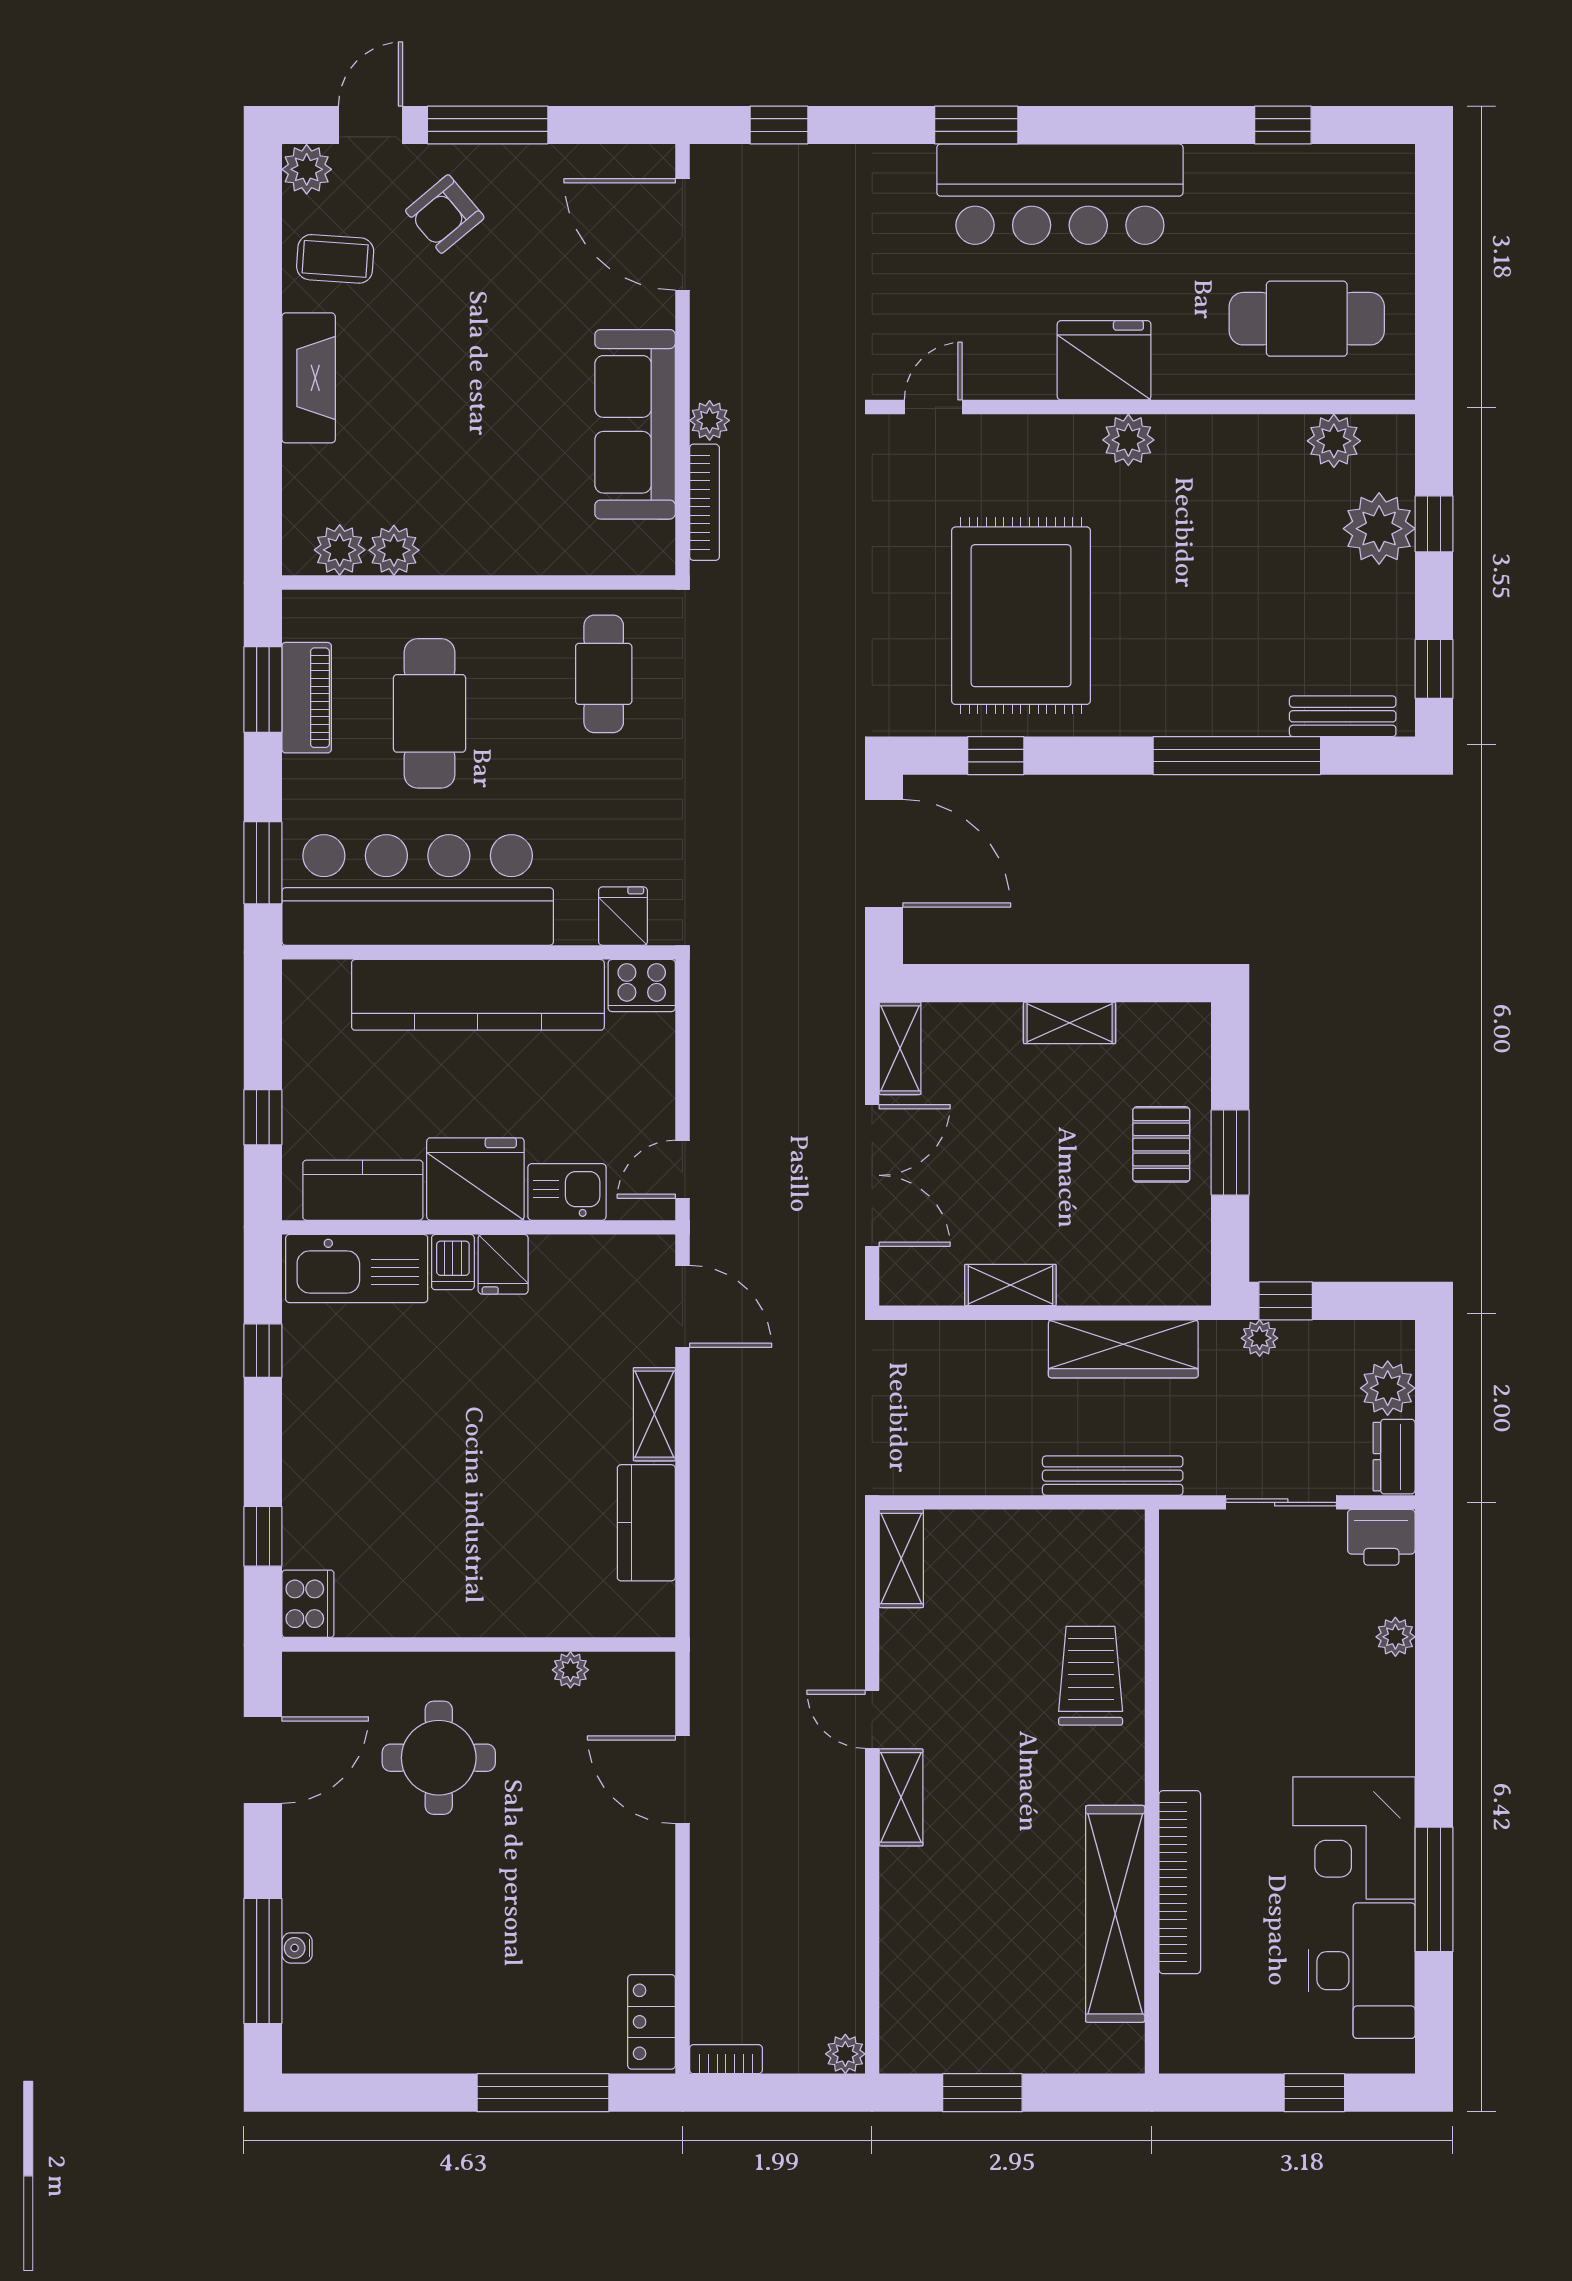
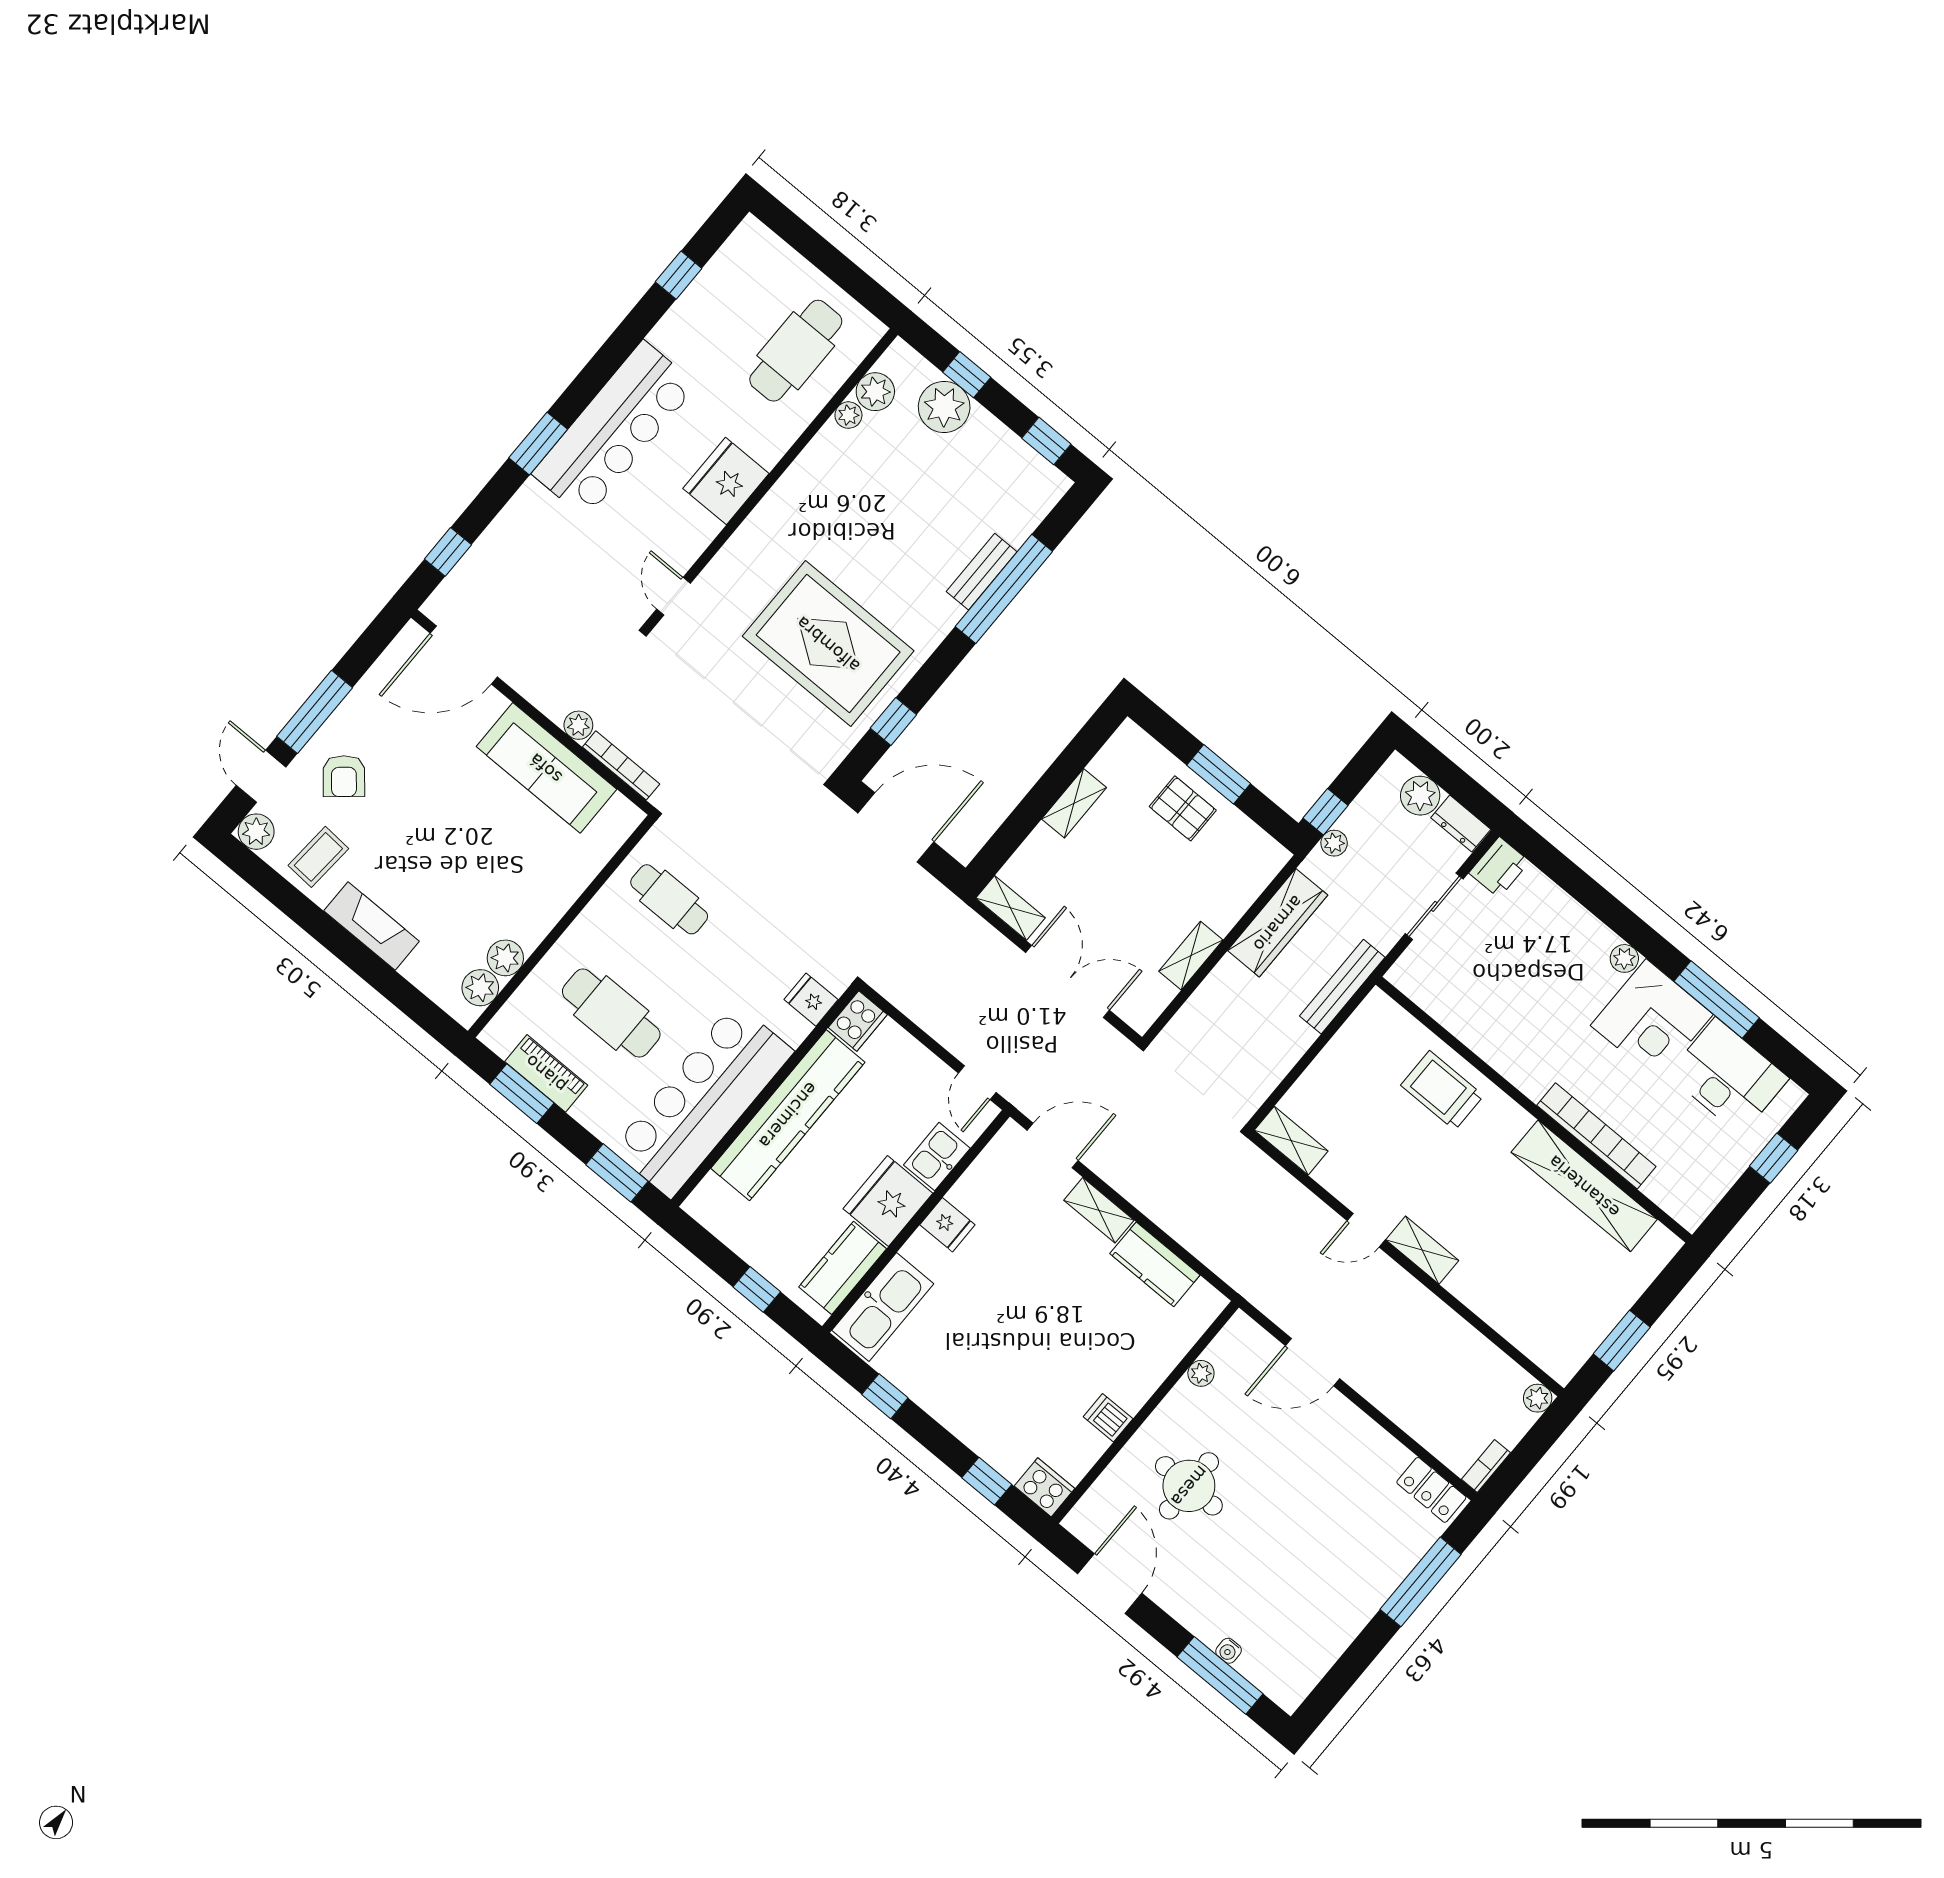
plant: (1128, 440) -> (848, 415), moved, width x0.73, depth x0.73
bench: (1343, 716) -> (982, 572), moved
dishwasher: (453, 1262) -> (1108, 1418), moved, turned 180
plant: (1395, 1637) -> (1624, 958), moved

